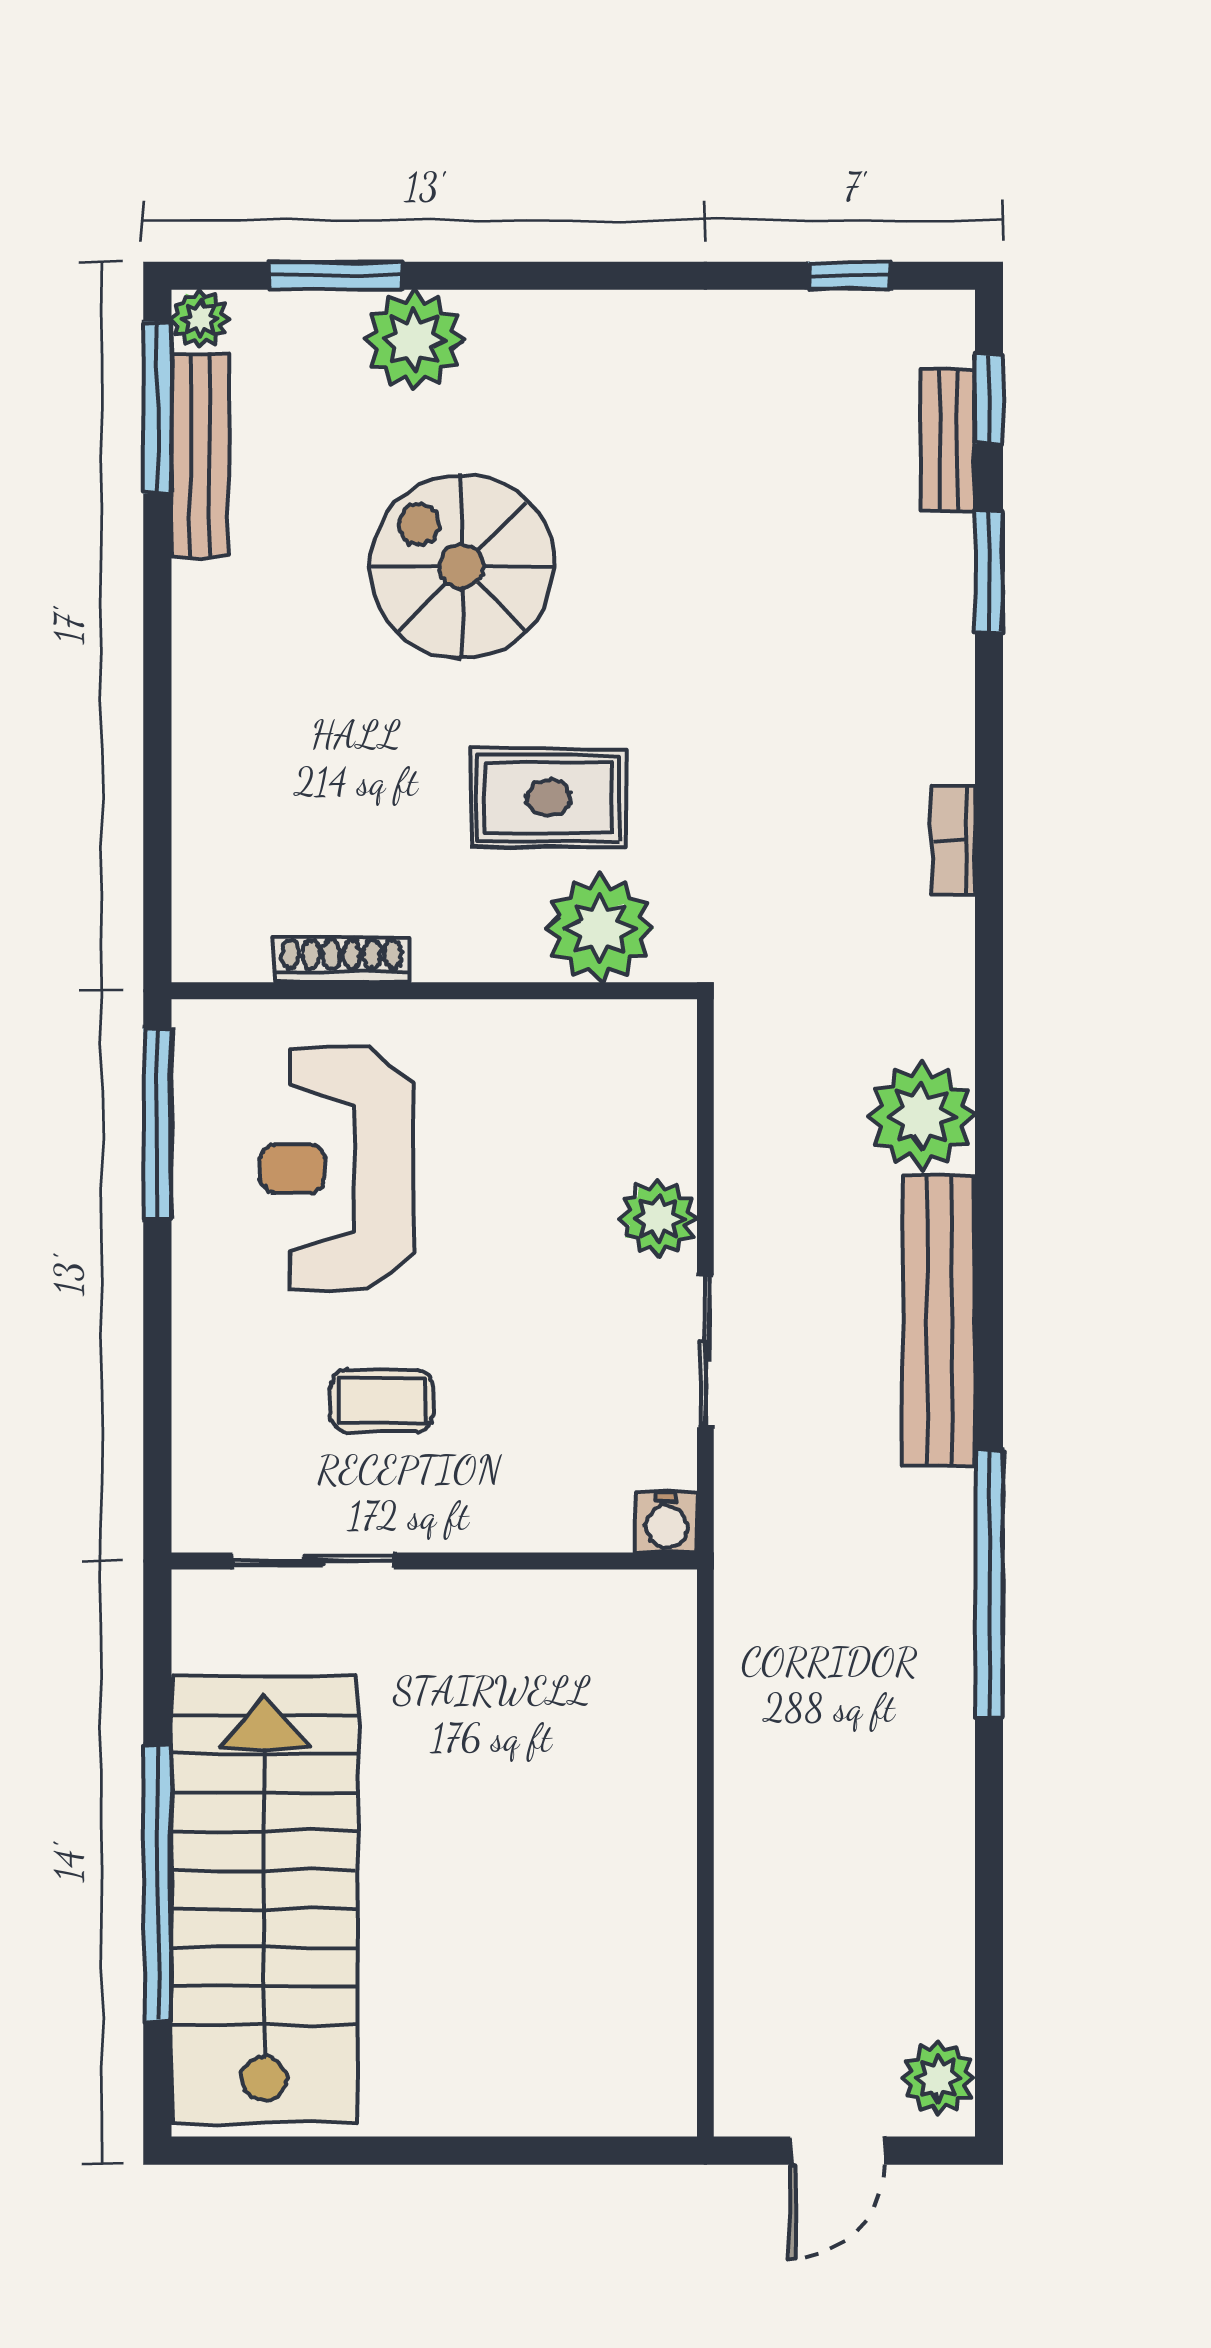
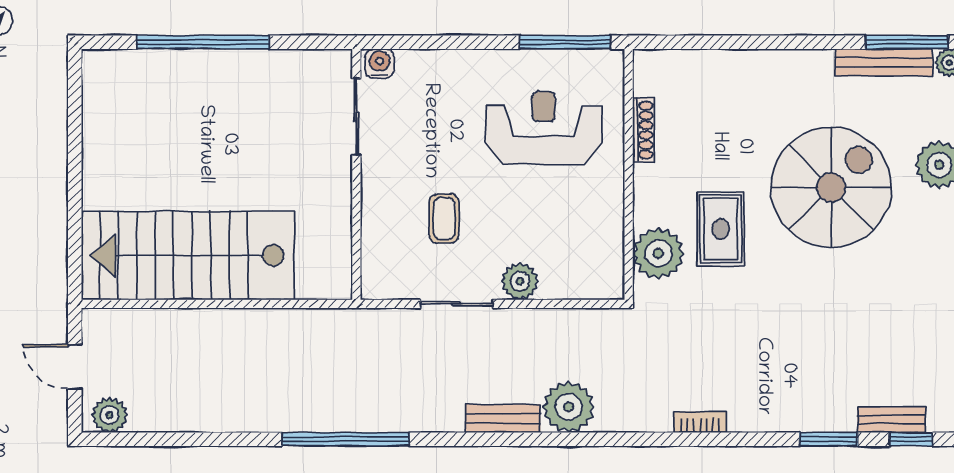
spiral stairs: (462, 566) -> (831, 187), width x1.37, depth x1.37
bench: (939, 1321) -> (503, 418), width x0.54, depth x0.82
coffee table: (382, 1401) -> (444, 219), moved
water cooler: (666, 1522) -> (380, 63), moved, turned 90
stairs: (264, 1900) -> (188, 255), moved, turned 180

